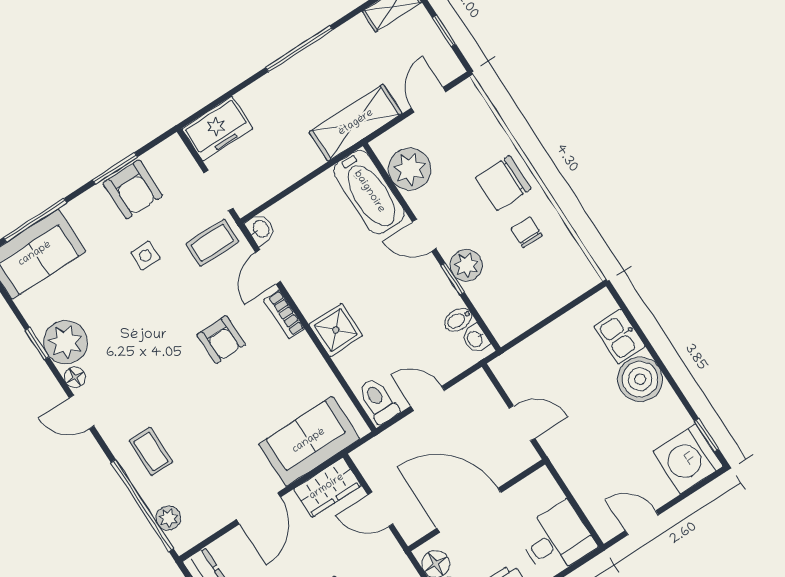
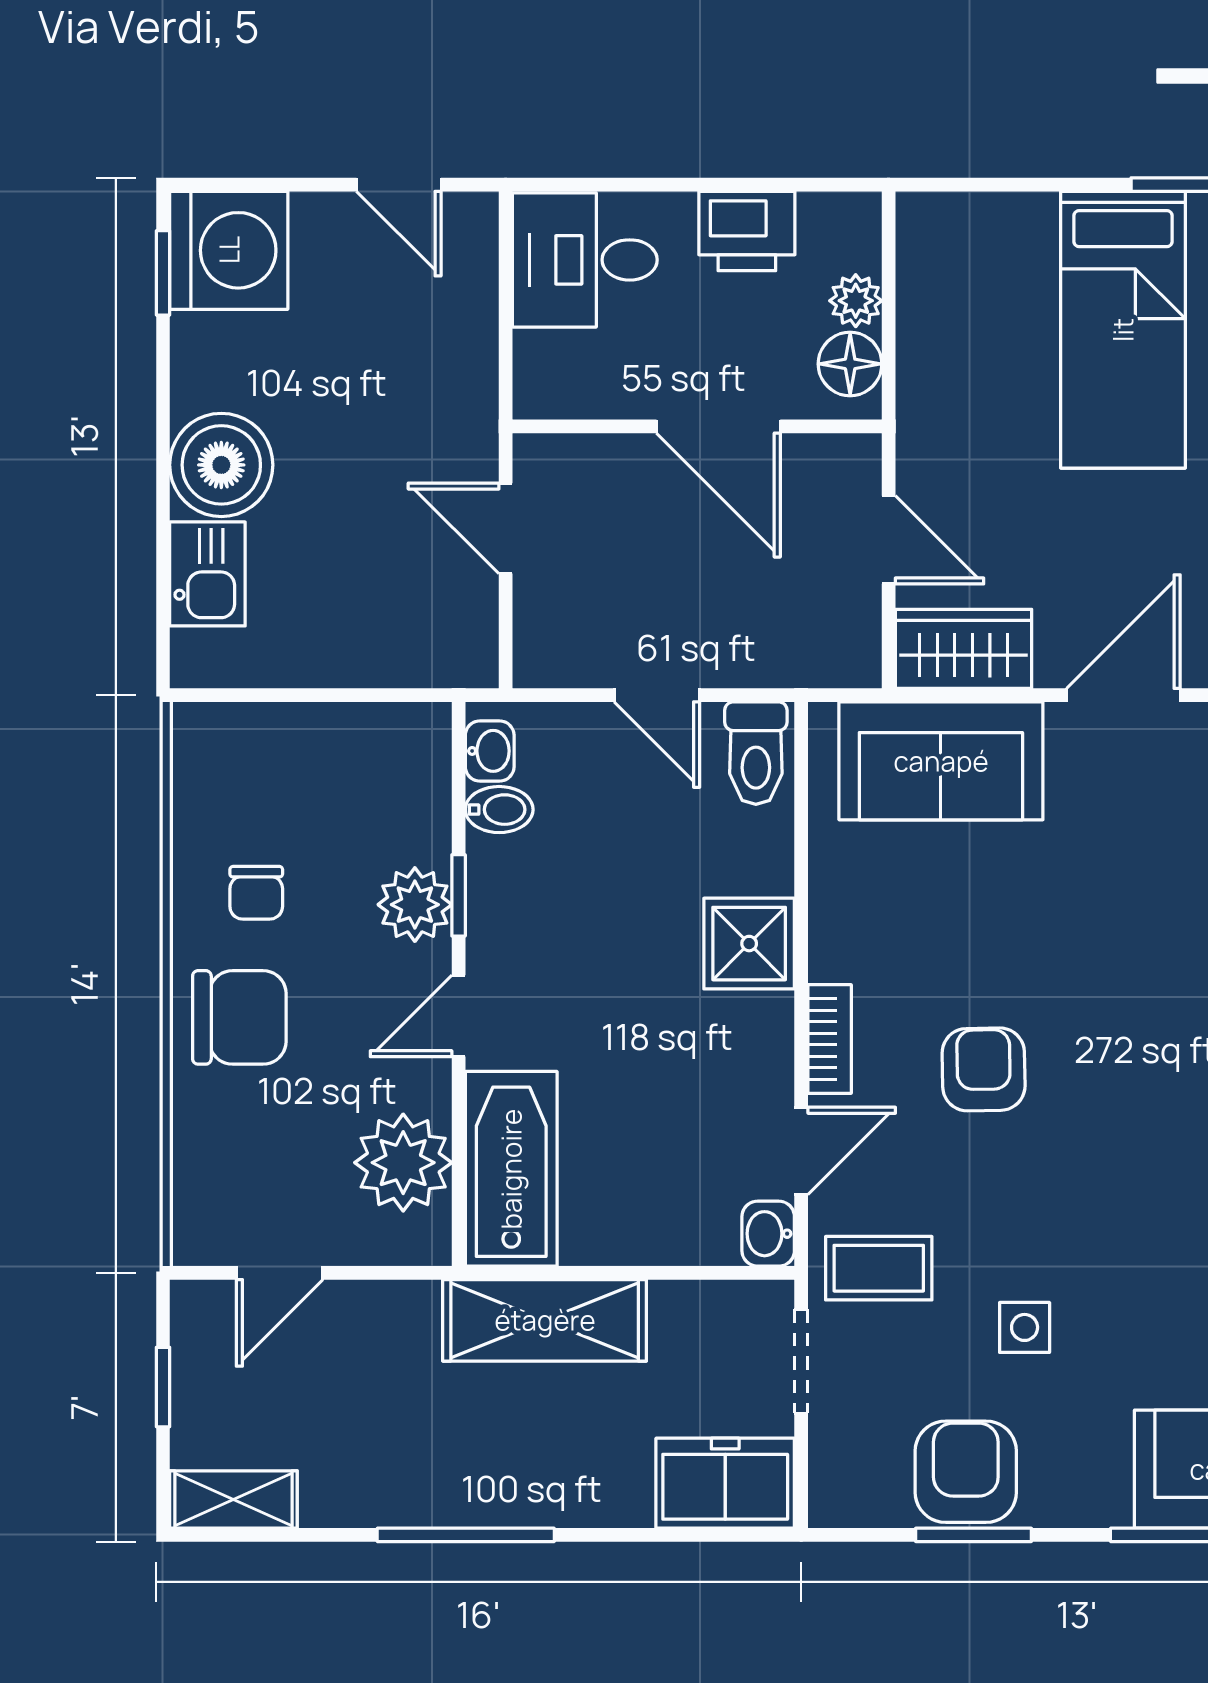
shelving: (356, 123) -> (545, 1320), moved
door: (424, 235) -> (459, 1016), swing flipped
door: (469, 510) -> (718, 426), width x0.73

